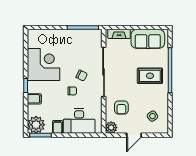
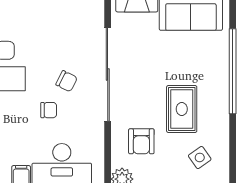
rug: (150, 76) -> (182, 109), moved, turned 90

